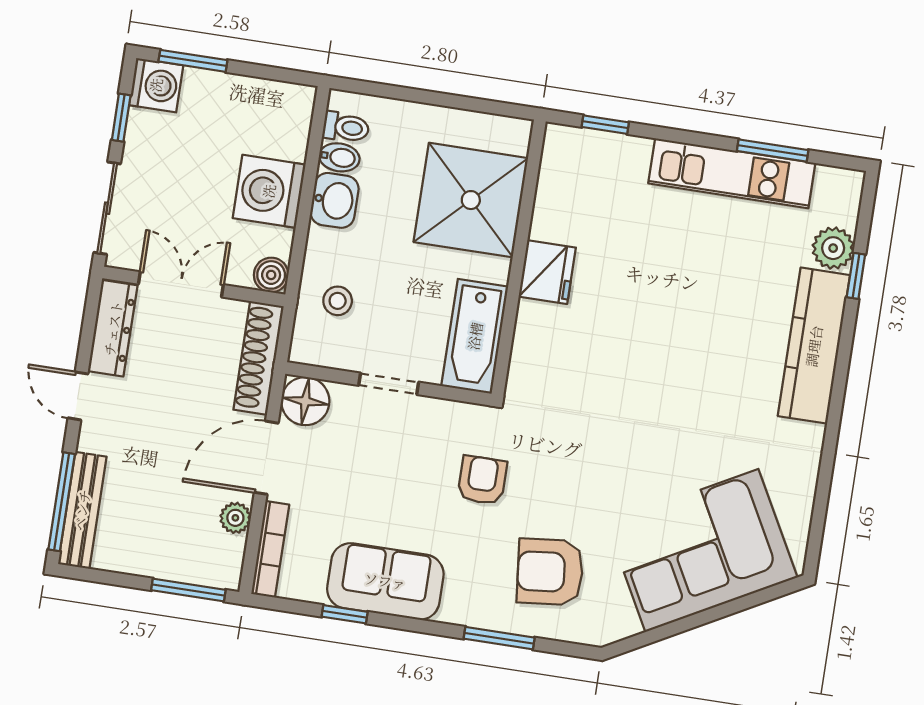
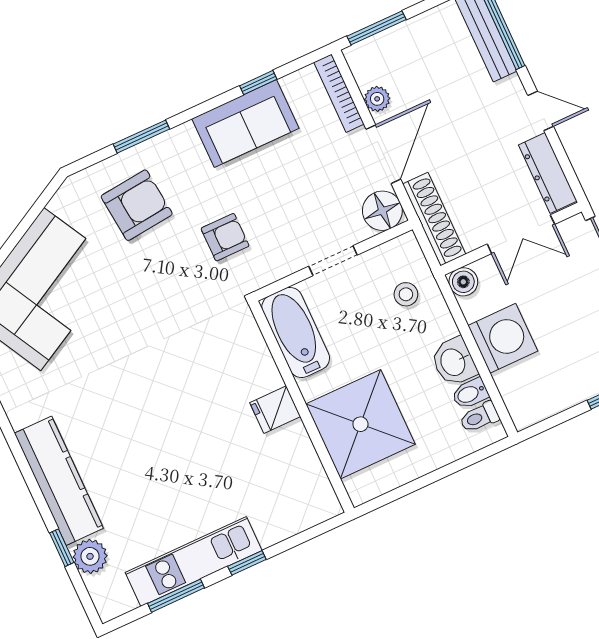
window: (605, 125) -> (247, 563), moved
fridge: (547, 272) -> (275, 410), width x0.72
armchair: (482, 480) -> (225, 237), turned -90

